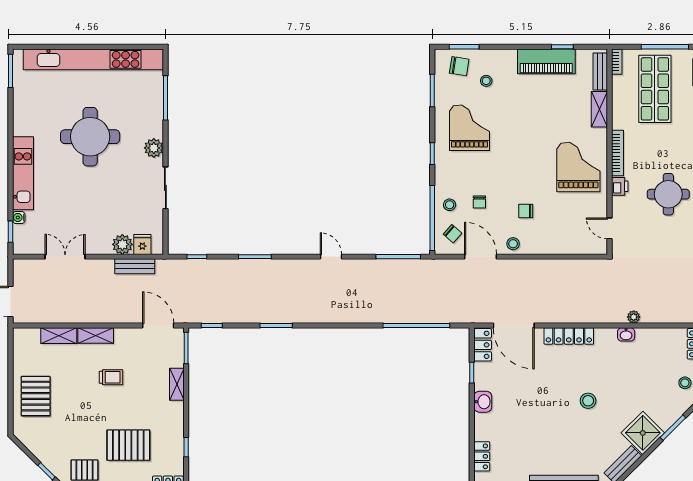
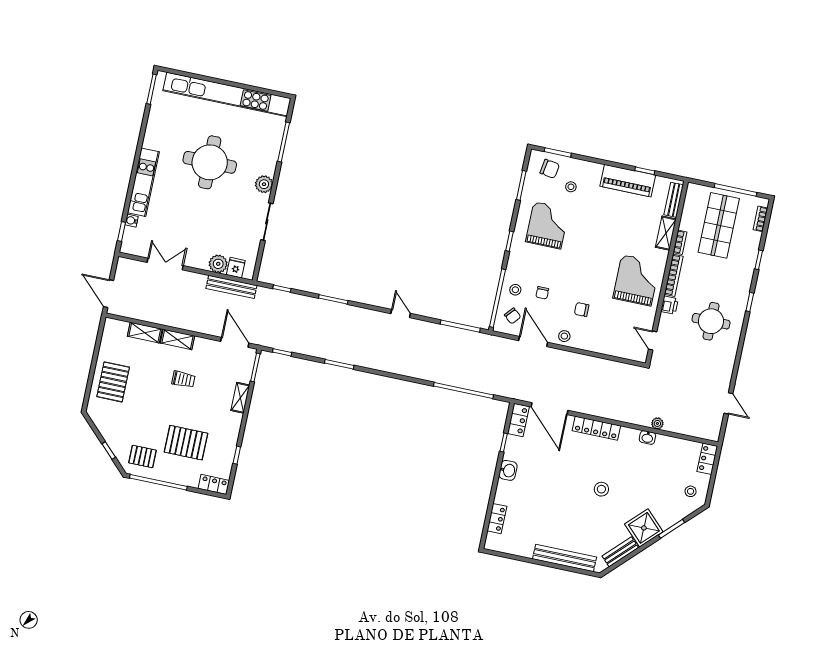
bookcase: (617, 62) -> (680, 242), moved
bench: (135, 266) -> (231, 287), width x1.36

